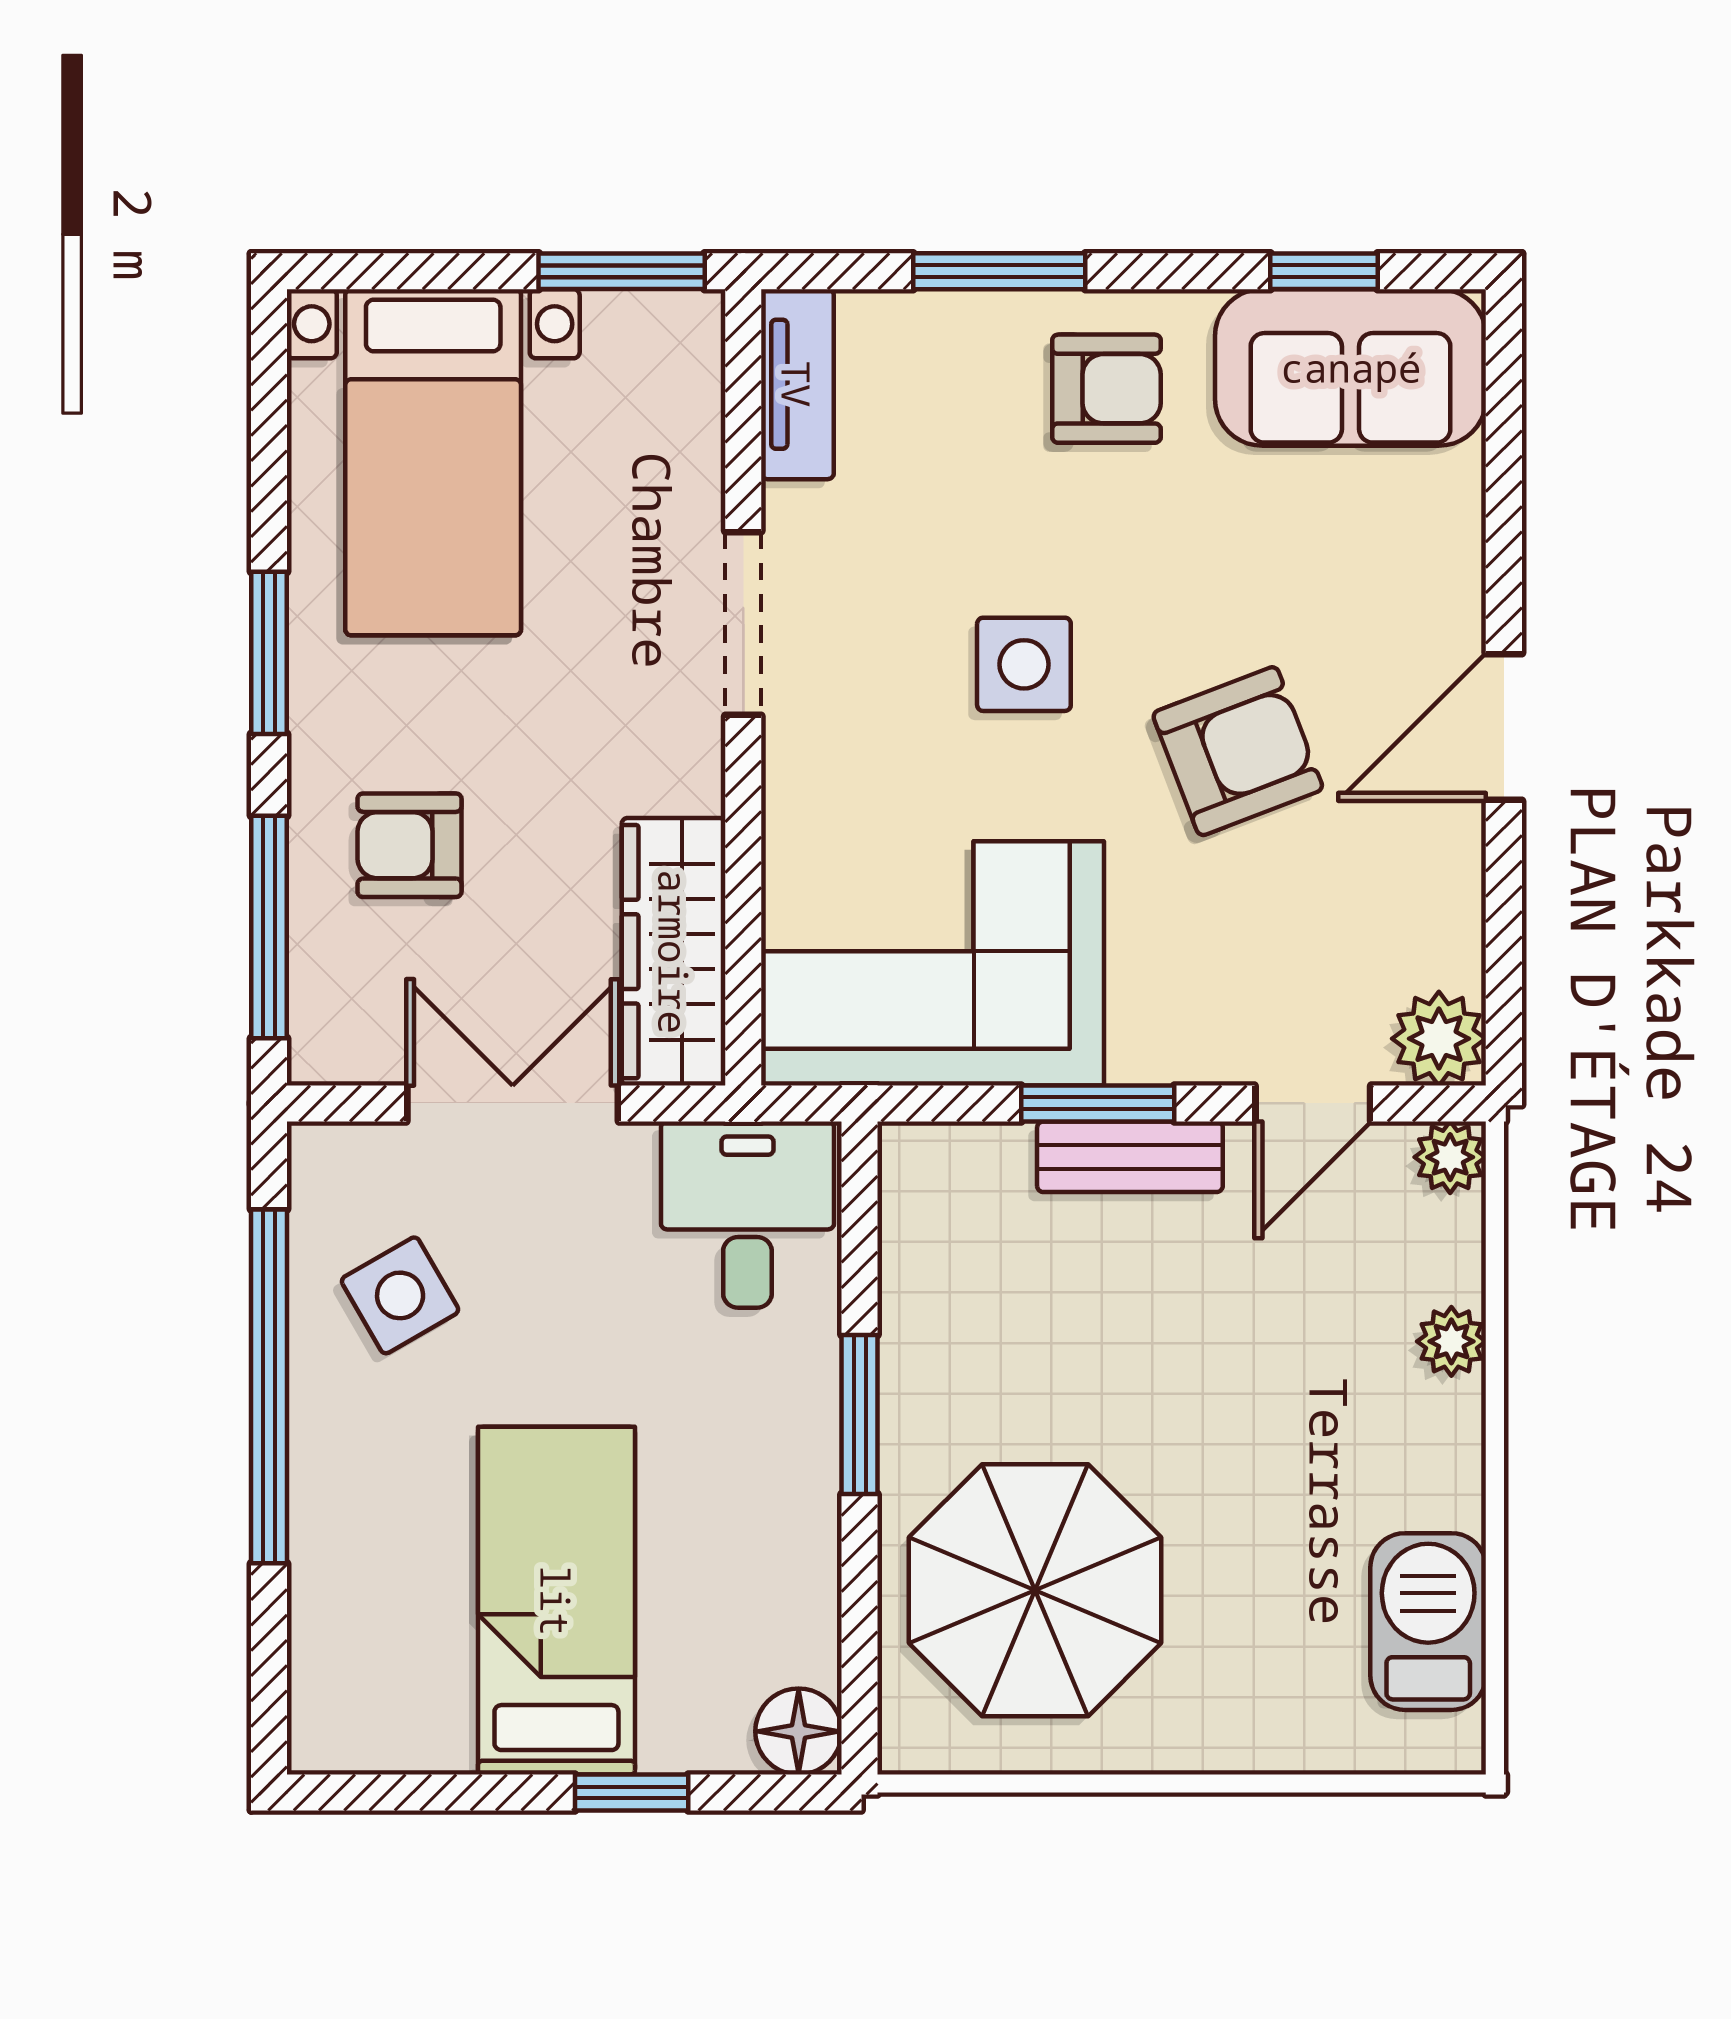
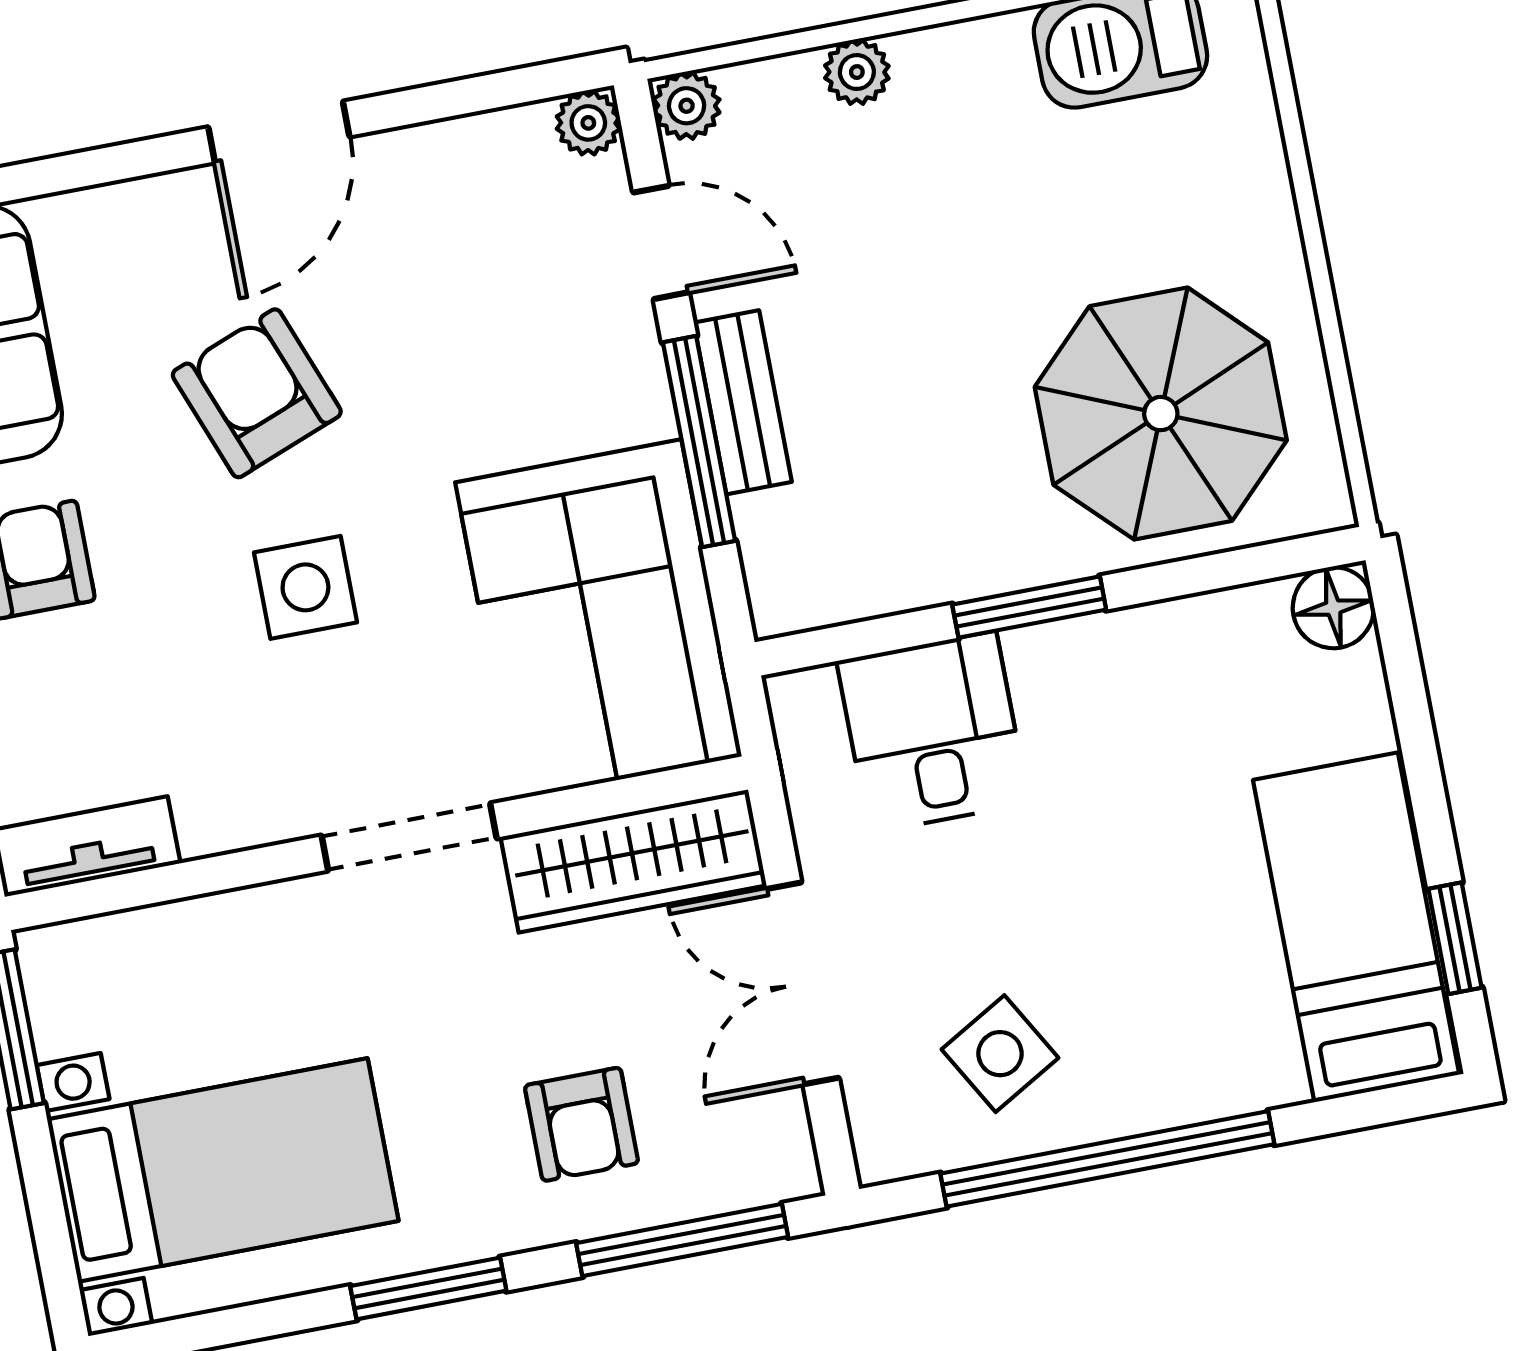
doorway: (743, 624) -> (409, 837), moved
door: (1504, 727) -> (279, 132), hinge flipped
armchair: (1238, 751) -> (257, 393), moved
plant: (1439, 1039) -> (588, 123), width x0.73, depth x0.73
window: (1098, 1103) -> (699, 442), width x1.44
desk: (747, 1215) -> (933, 732), moved, turned 90
bed: (556, 1601) -> (1356, 927), moved, turned 90
window: (632, 1792) -> (1455, 938), moved

